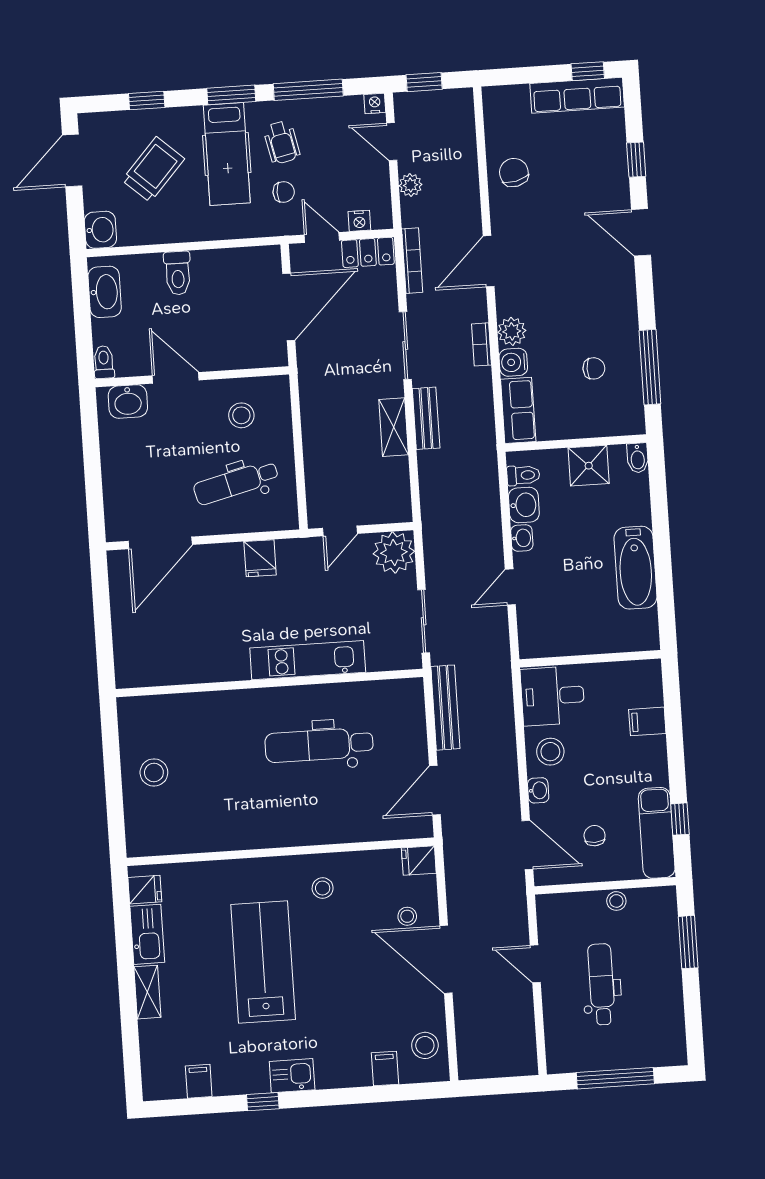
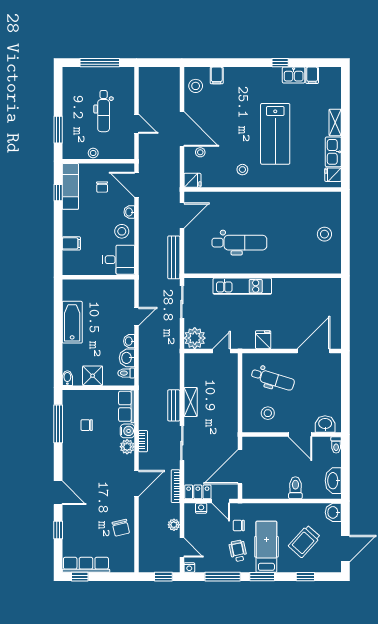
dental chair: (236, 483) -> (273, 379), turned 31
kitchen sink: (292, 1076) -> (294, 75), moved

